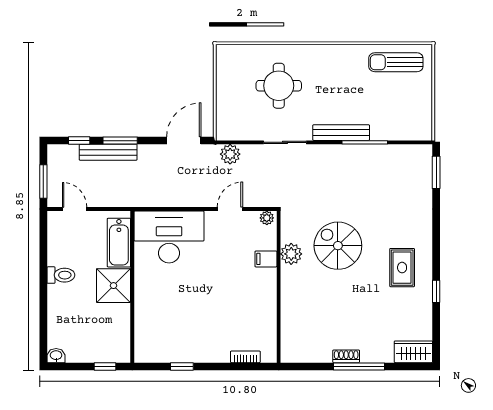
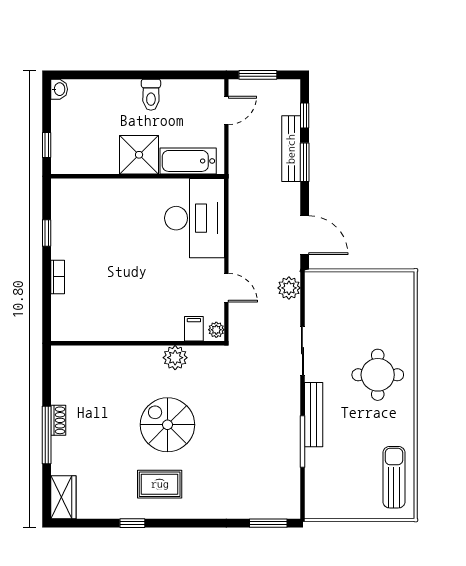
round table: (279, 86) -> (378, 375), moved
spiral stairs: (338, 246) -> (167, 425), moved, turned -90
filing cabinet: (266, 259) -> (194, 329), moved
bookcase: (245, 357) -> (58, 277), moved

